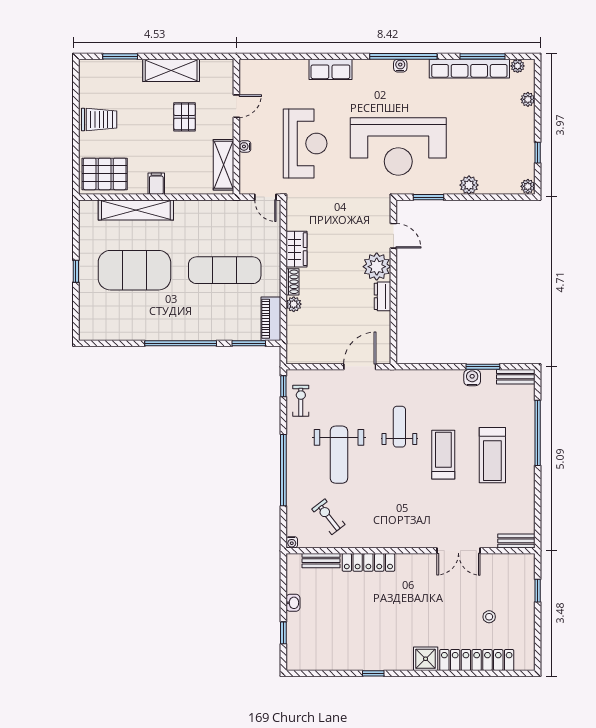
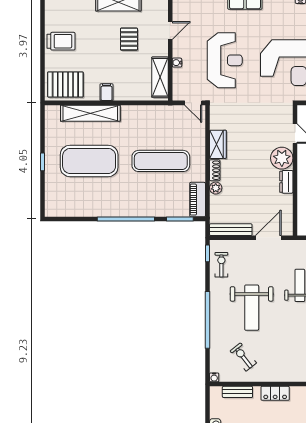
bench: (313, 357) -> (231, 230), added
locker: (368, 562) -> (275, 393), width x0.66

